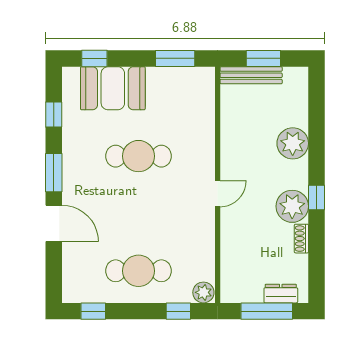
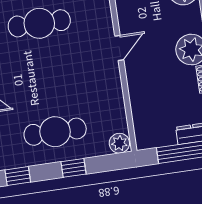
window: (178, 311) -> (73, 168), moved

